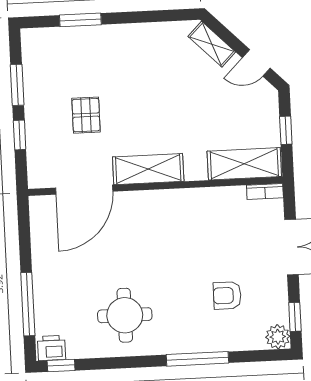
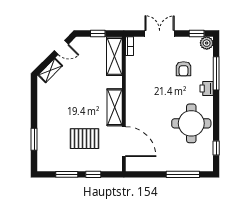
door: (256, 63) -> (61, 47), hinge flipped
pallet: (86, 115) -> (85, 139), width x1.50, depth x1.42
round table: (125, 315) -> (191, 123), width x1.36, depth x1.36
printer: (51, 348) -> (207, 89), moved
window: (197, 359) -> (216, 73), moved
window: (61, 365) -> (216, 148), moved

